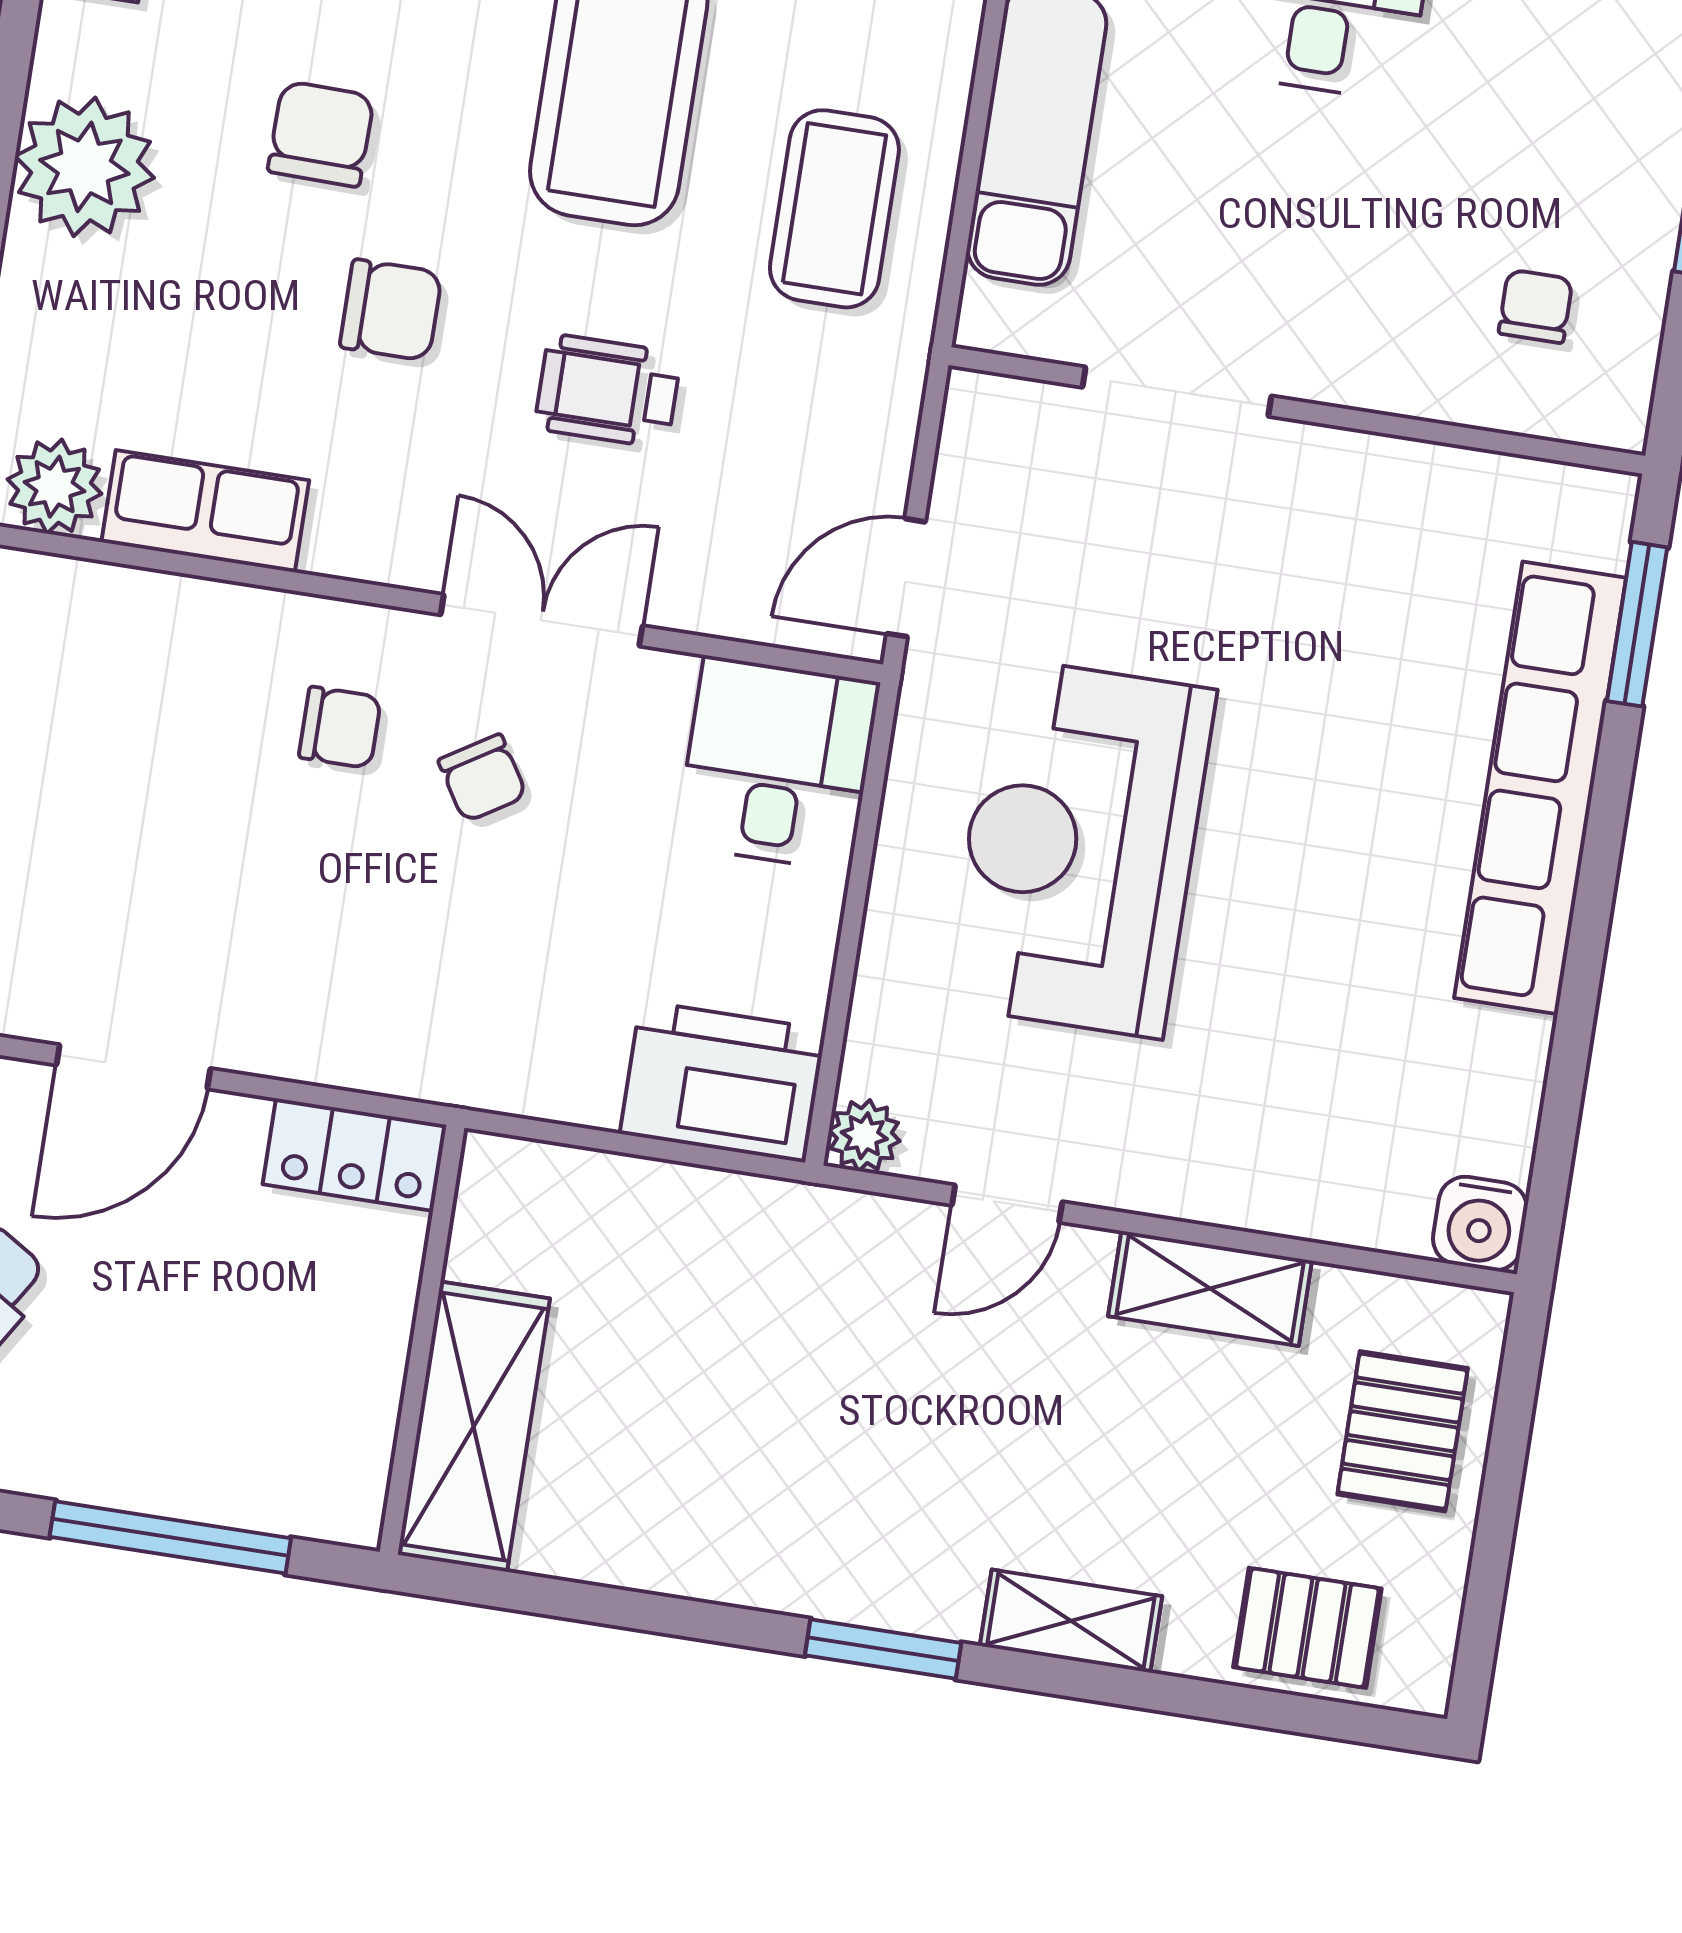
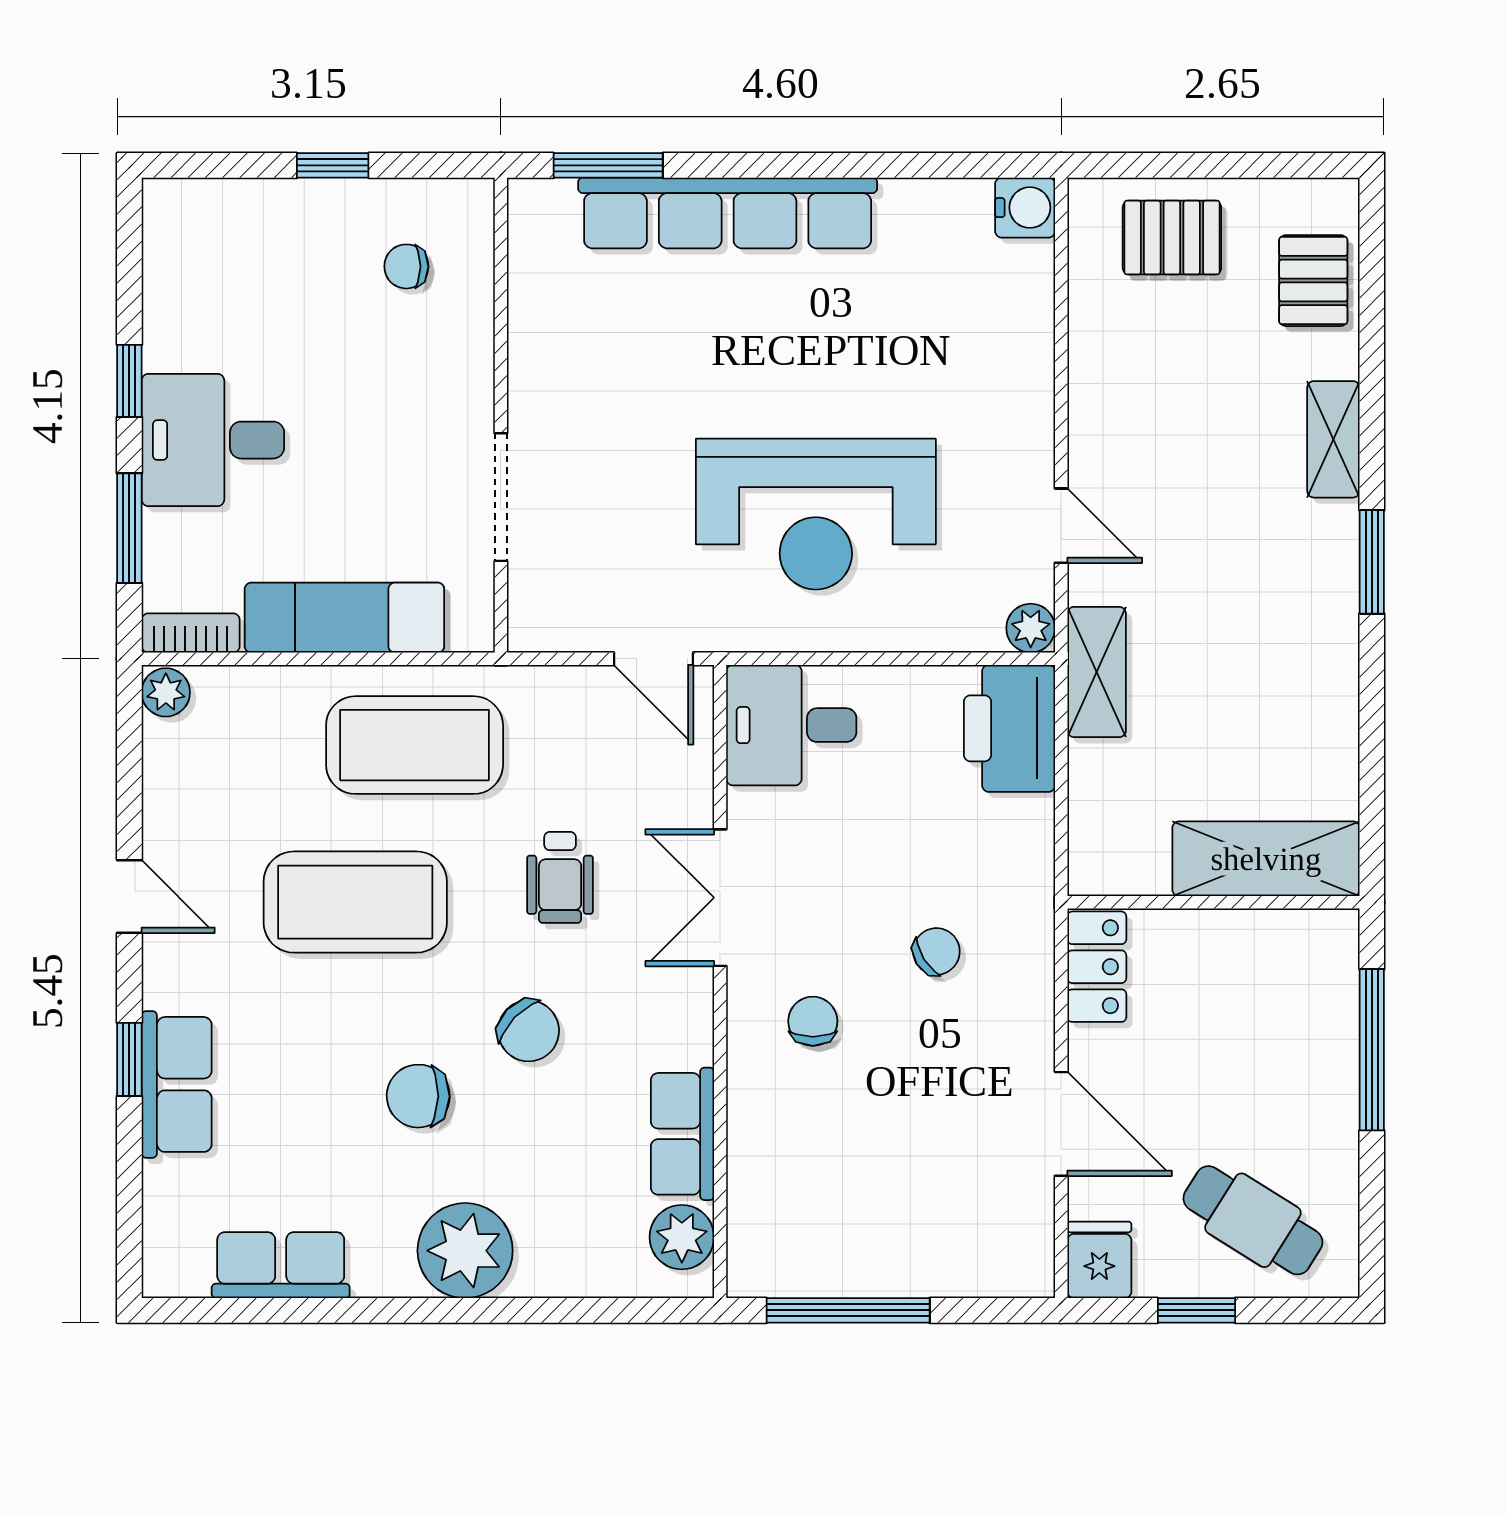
coffee table: (834, 209) -> (415, 745), width x1.36, depth x1.32
chair: (391, 310) -> (529, 1031), turned 134
chair: (483, 778) -> (936, 951), moved
shelving: (1210, 1288) -> (1097, 672), moved

